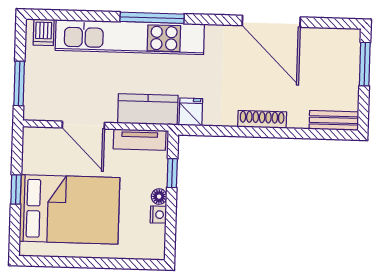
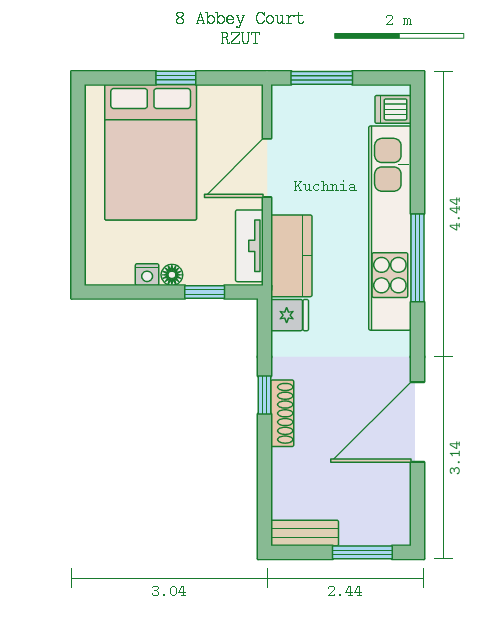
bench: (334, 120) -> (305, 533), moved, turned 90
window: (248, 132) -> (264, 395), added

